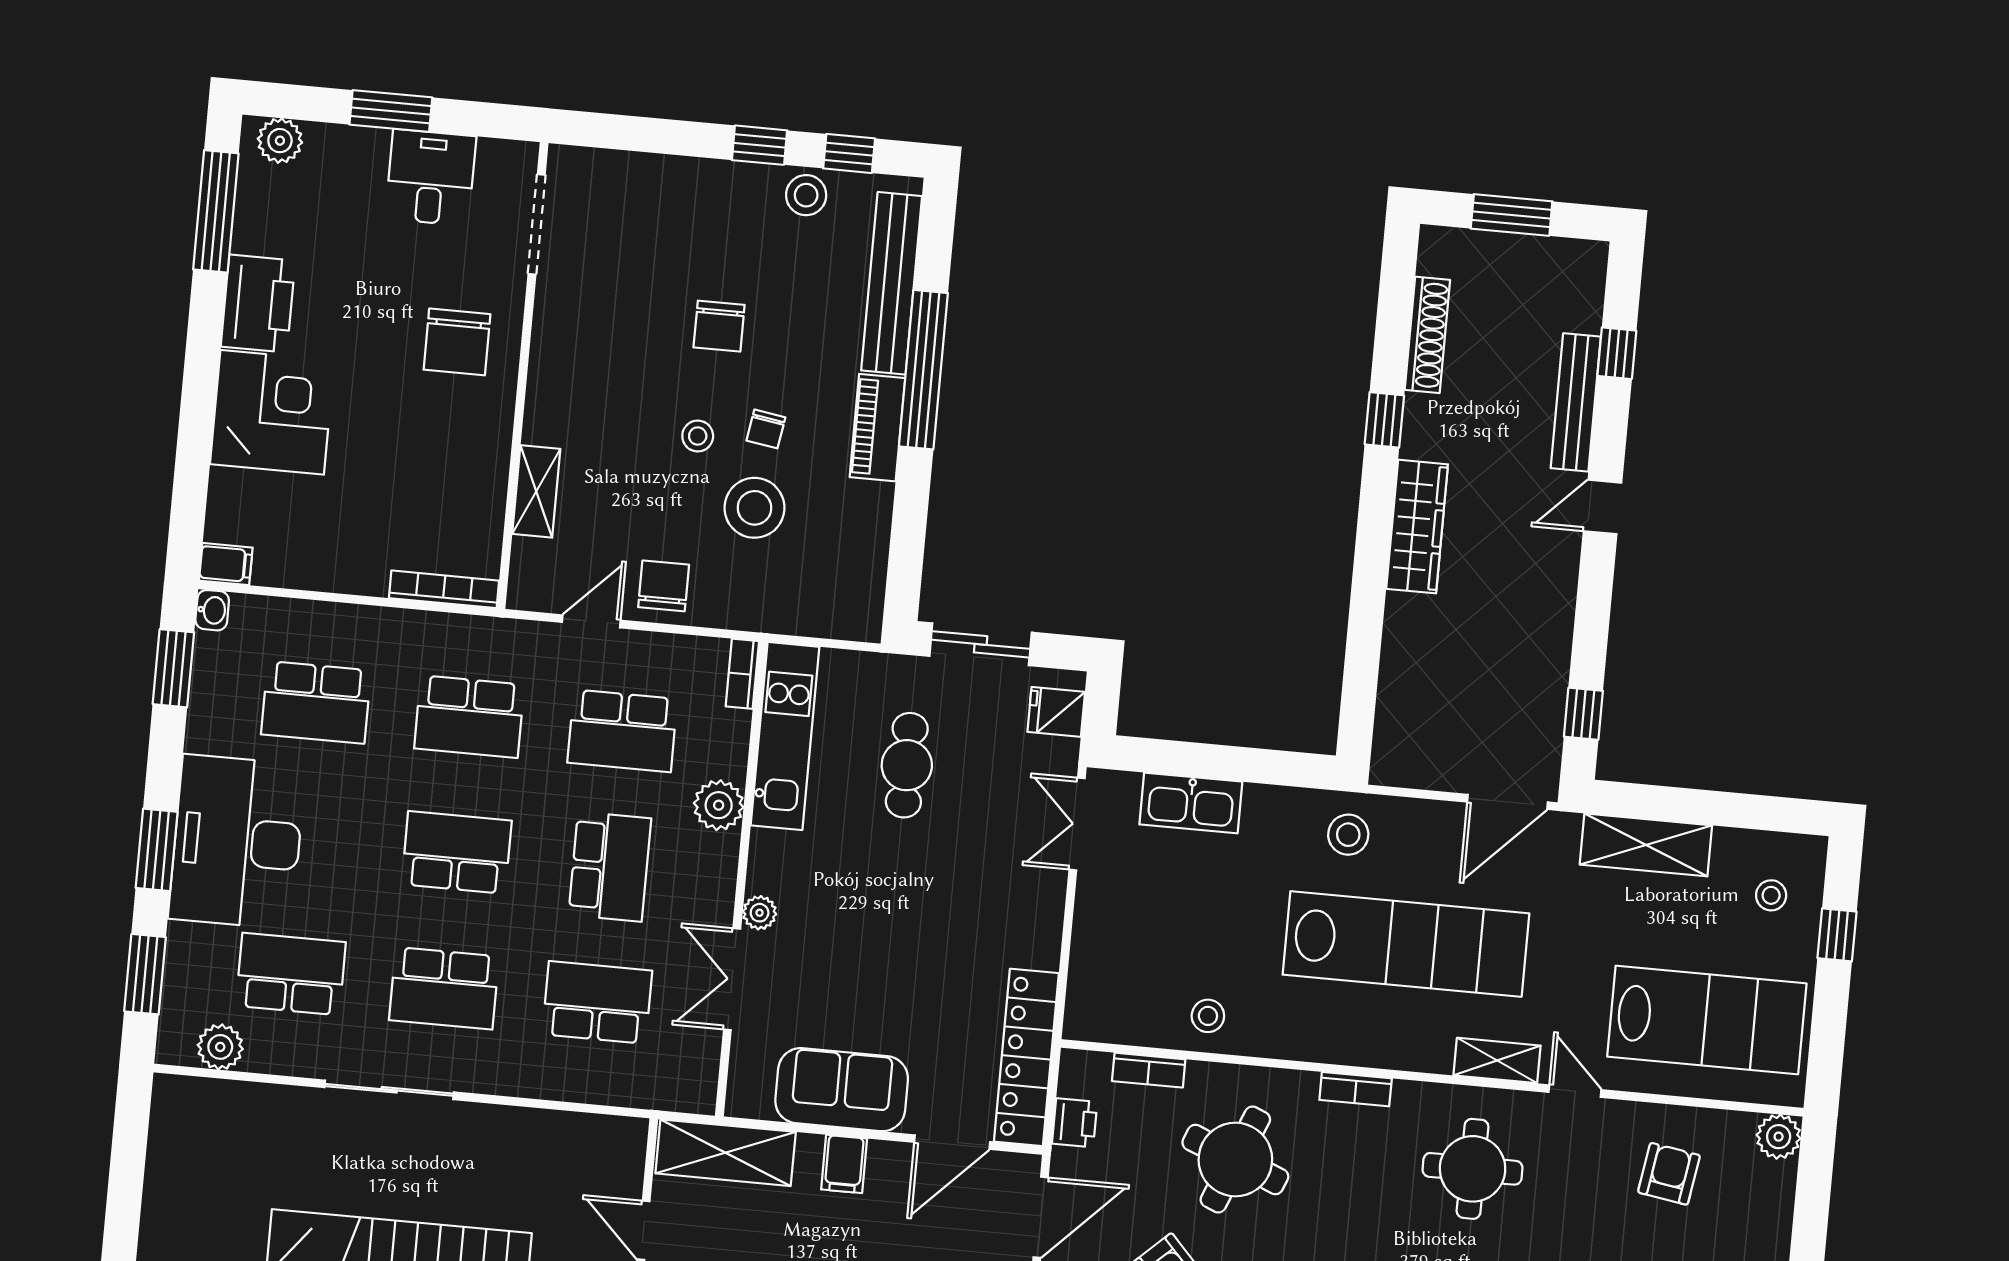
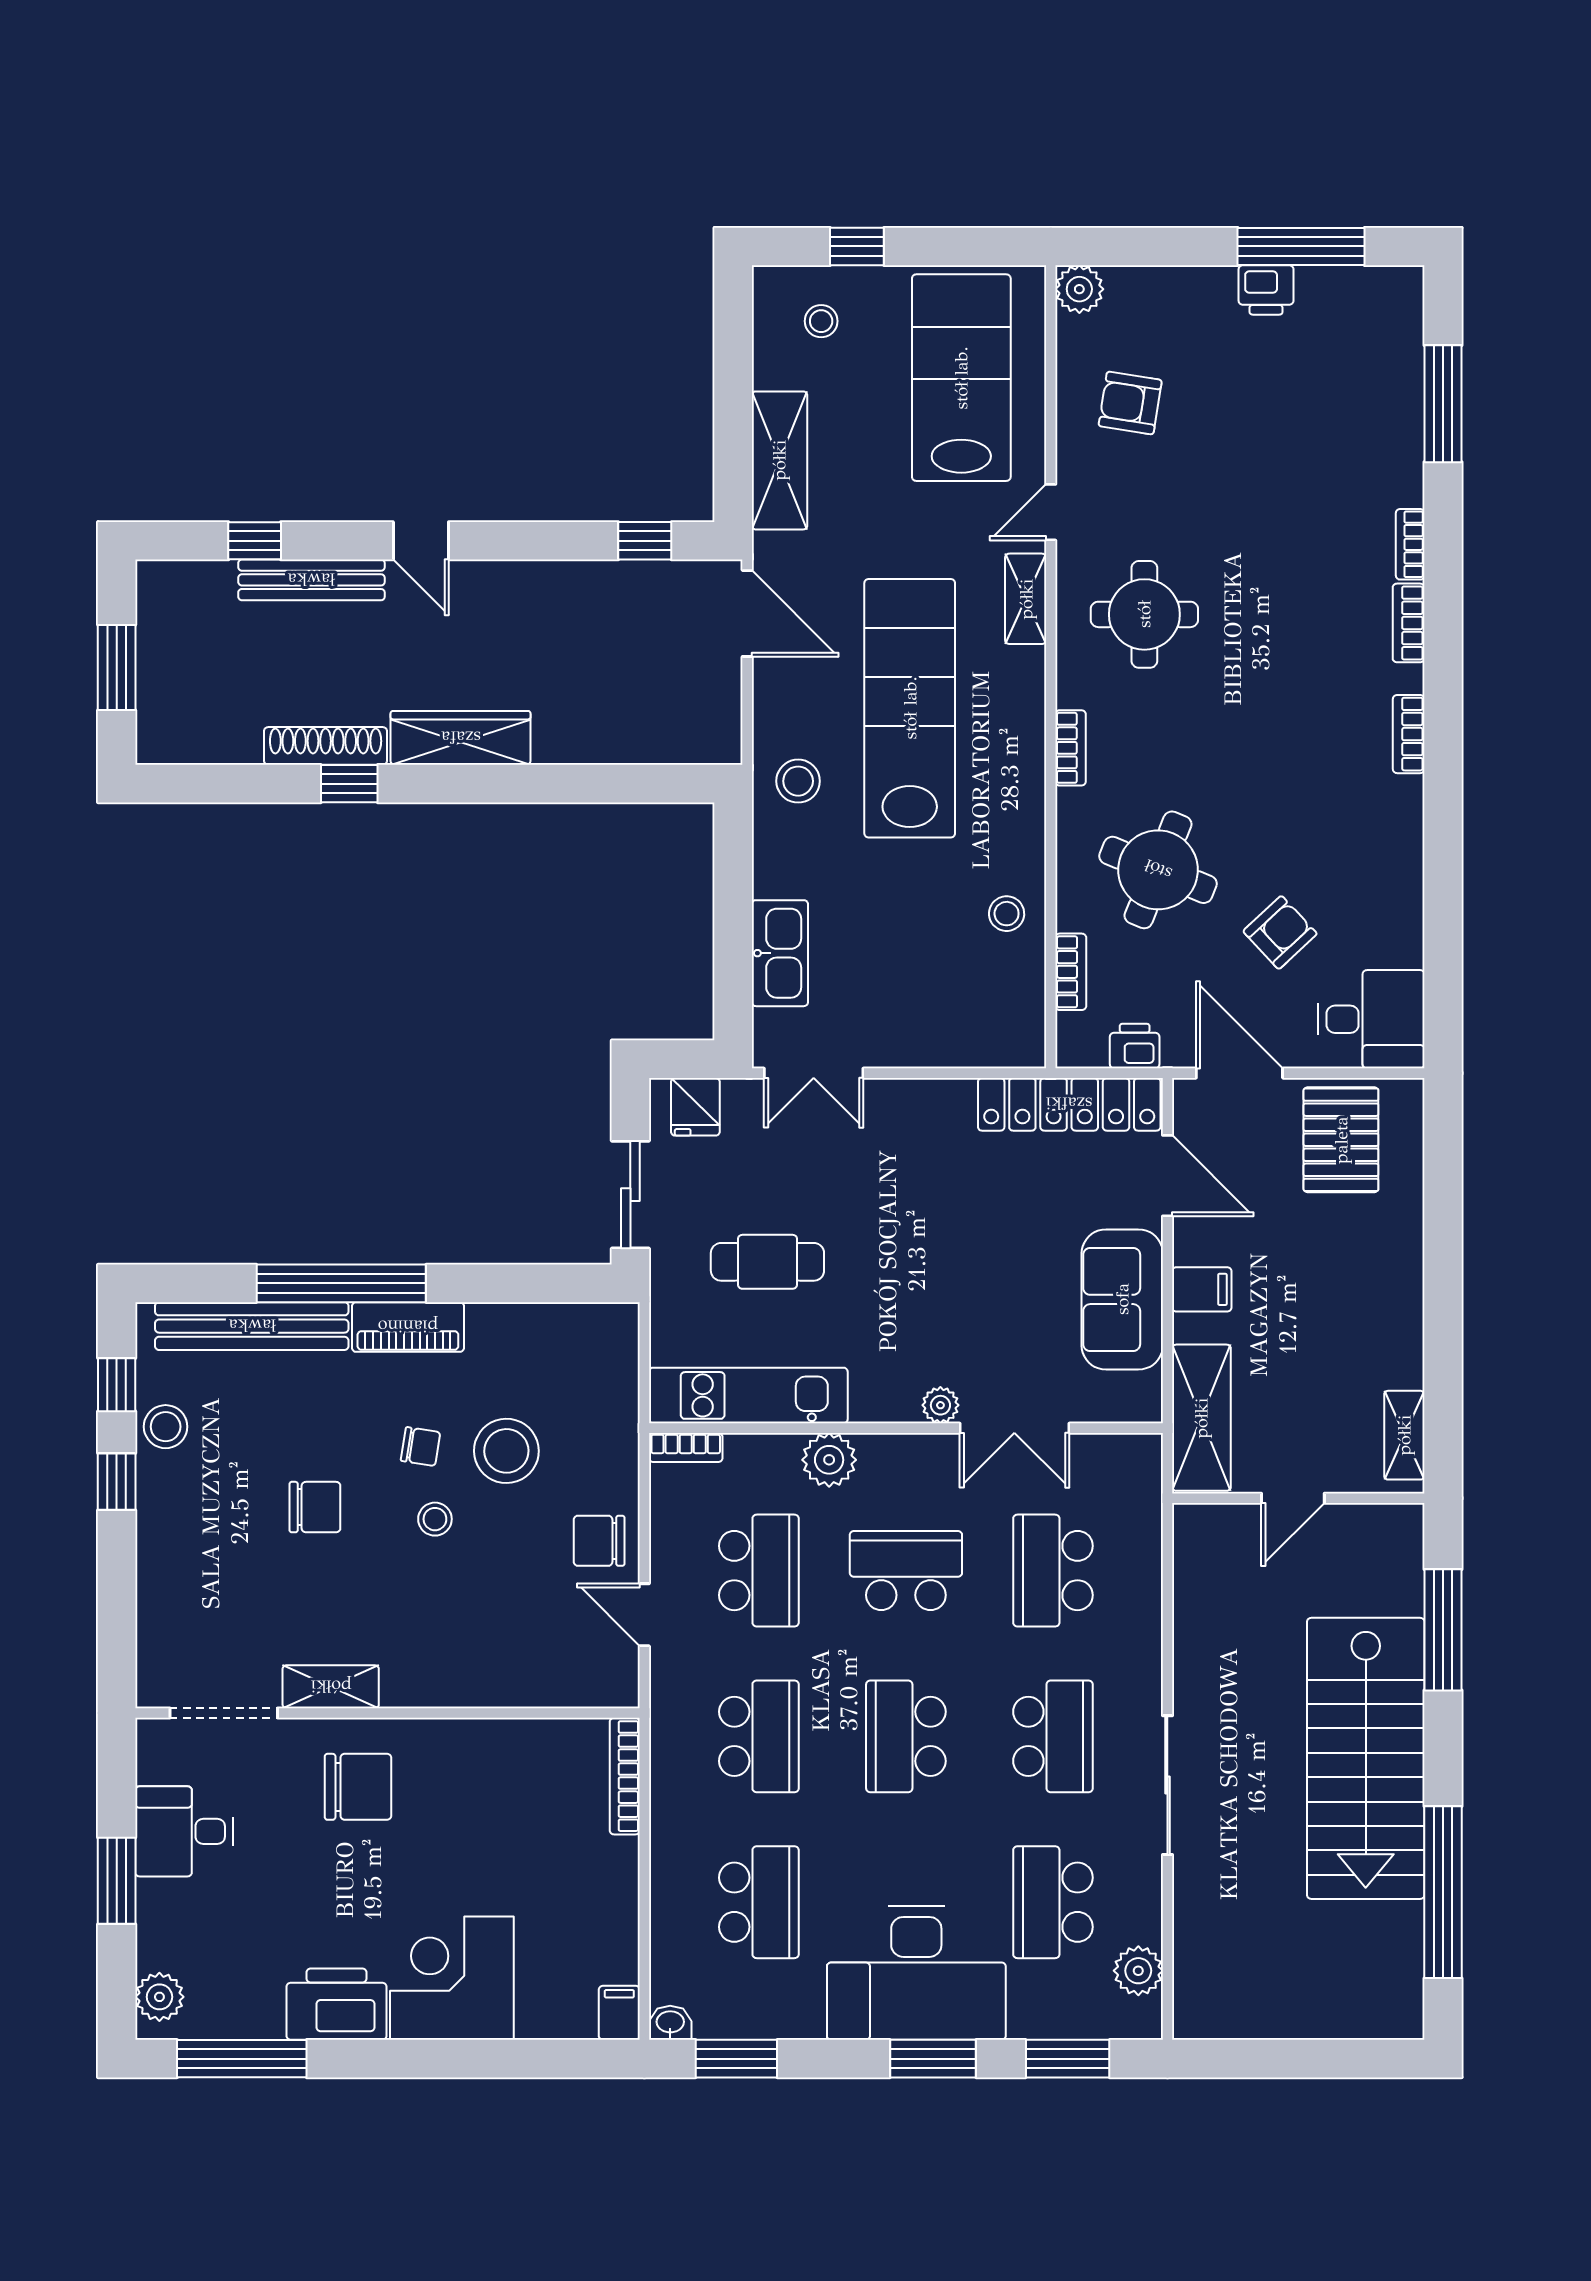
shoe rack: (1427, 335) -> (326, 746), moved
shelving: (536, 491) -> (331, 1687), moved

